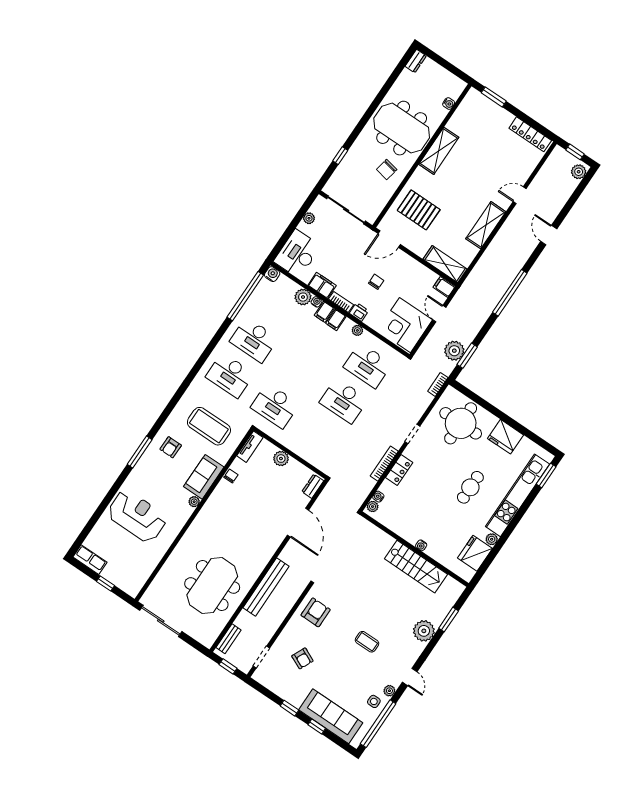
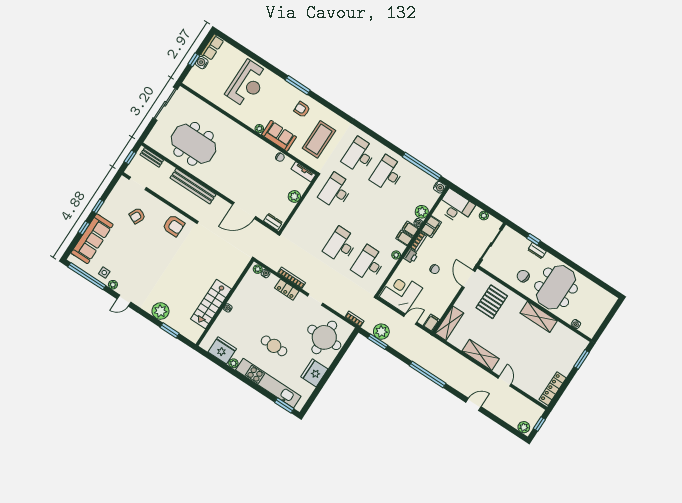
dresser: (416, 61) -> (537, 251), moved
water cooler: (109, 573) -> (202, 63), added
coffee table: (367, 642) -> (151, 266), removed

